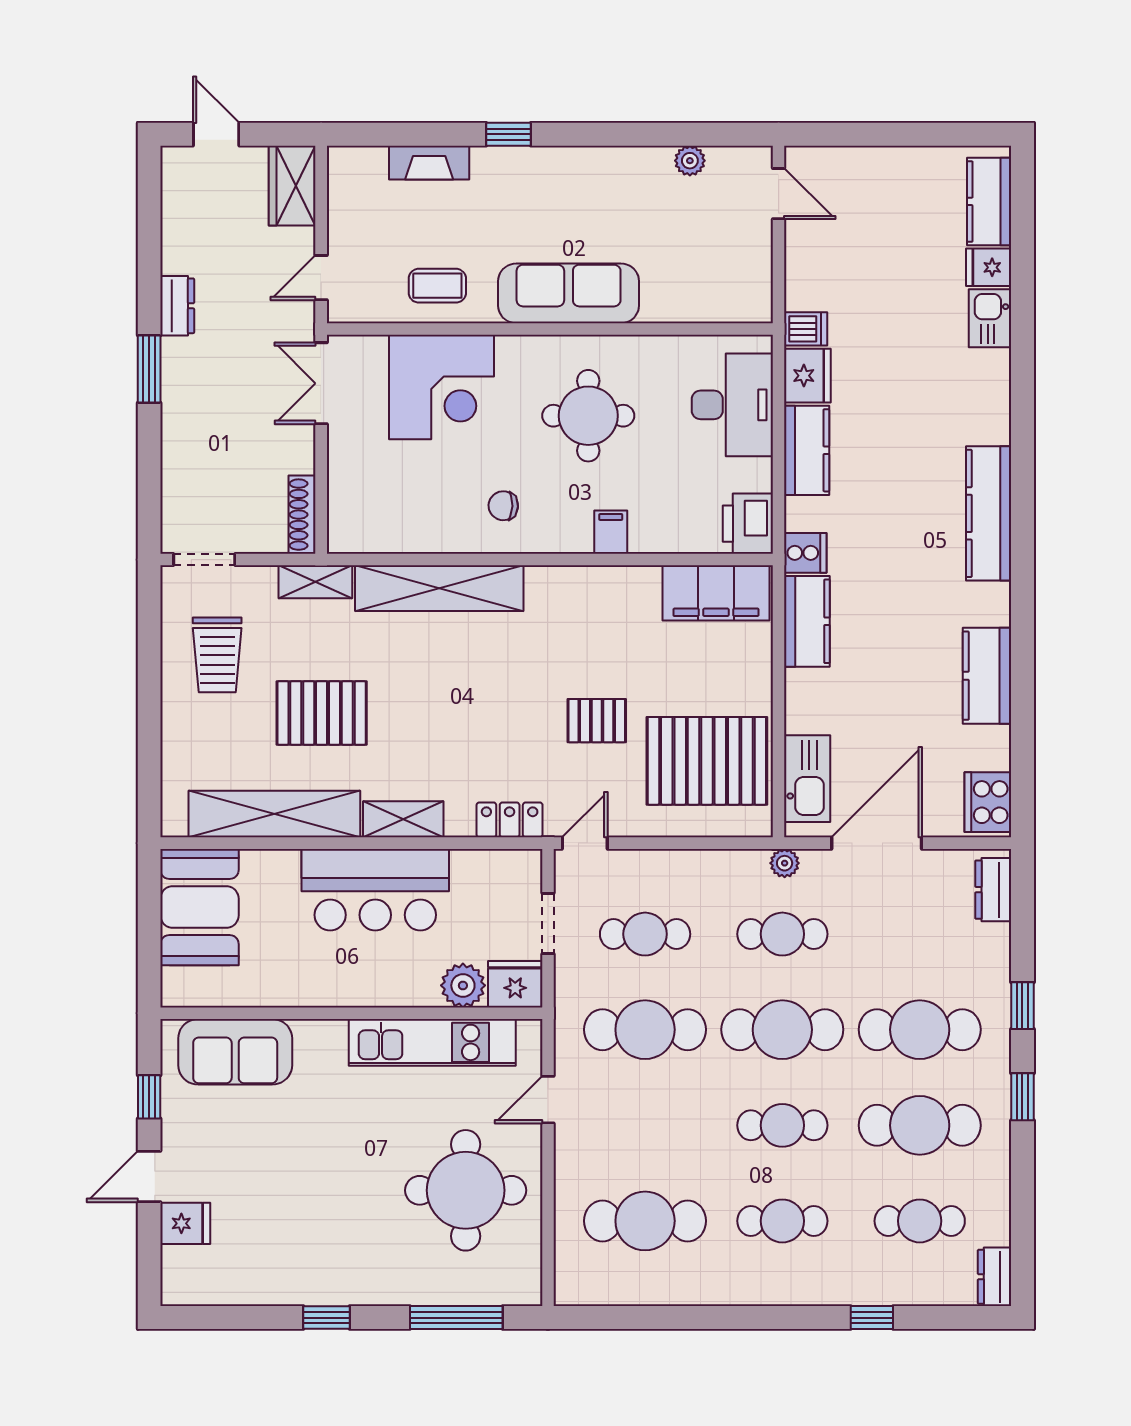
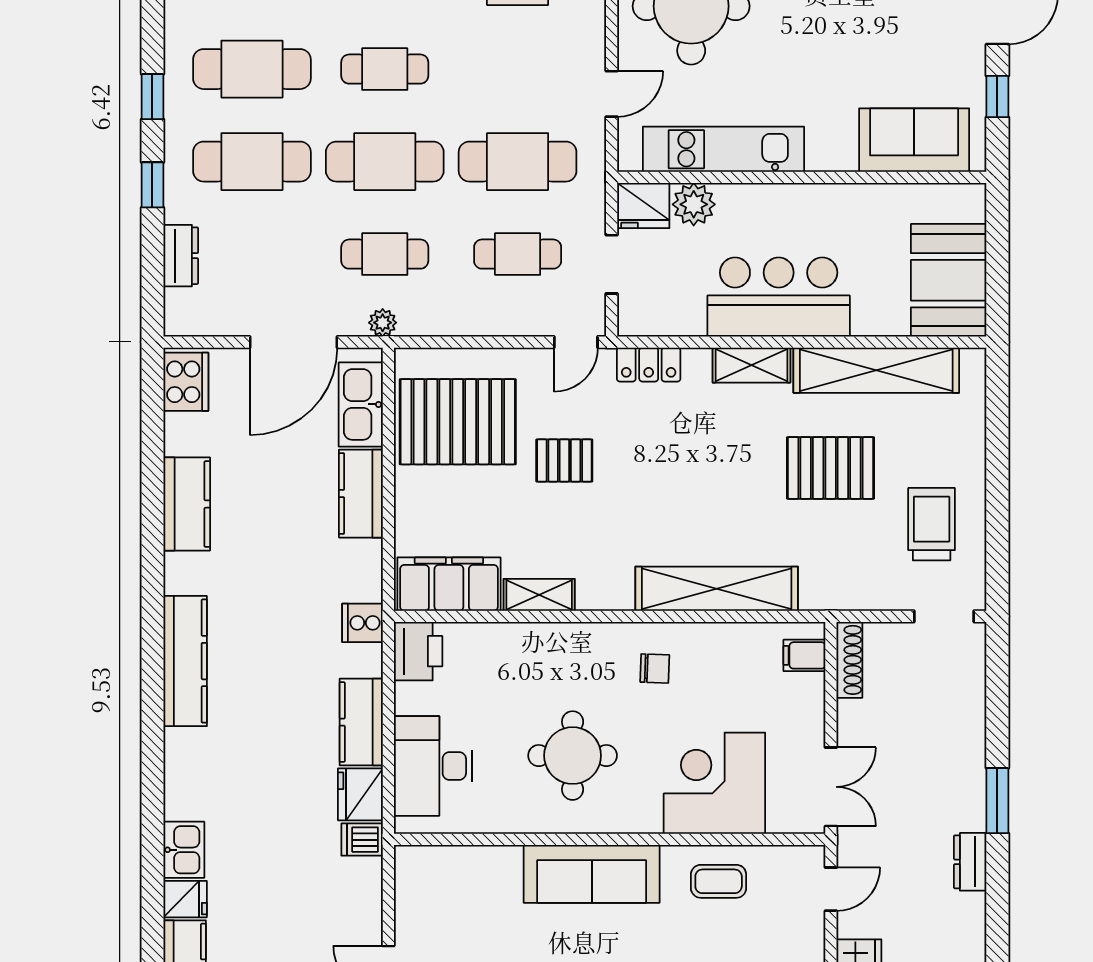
filing cabinet: (611, 532) -> (804, 655), moved, turned 90
shelving: (315, 582) -> (539, 595), moved
kitchen counter: (807, 621) -> (361, 494), moved
dresser: (993, 890) -> (181, 256), moved

